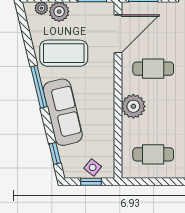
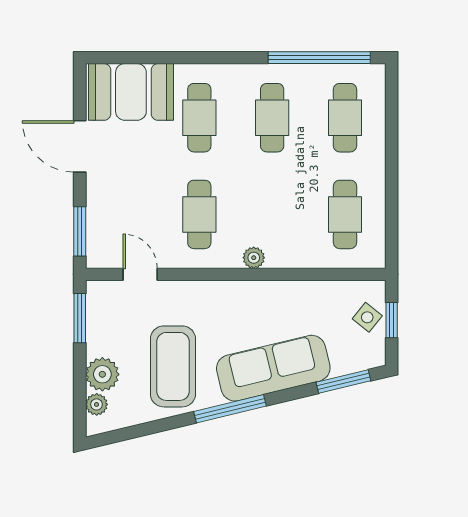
door: (118, 34) -> (140, 274), width x0.53
plant: (133, 106) -> (254, 258), width x0.53, depth x0.53
window: (55, 153) -> (343, 382), width x1.50

